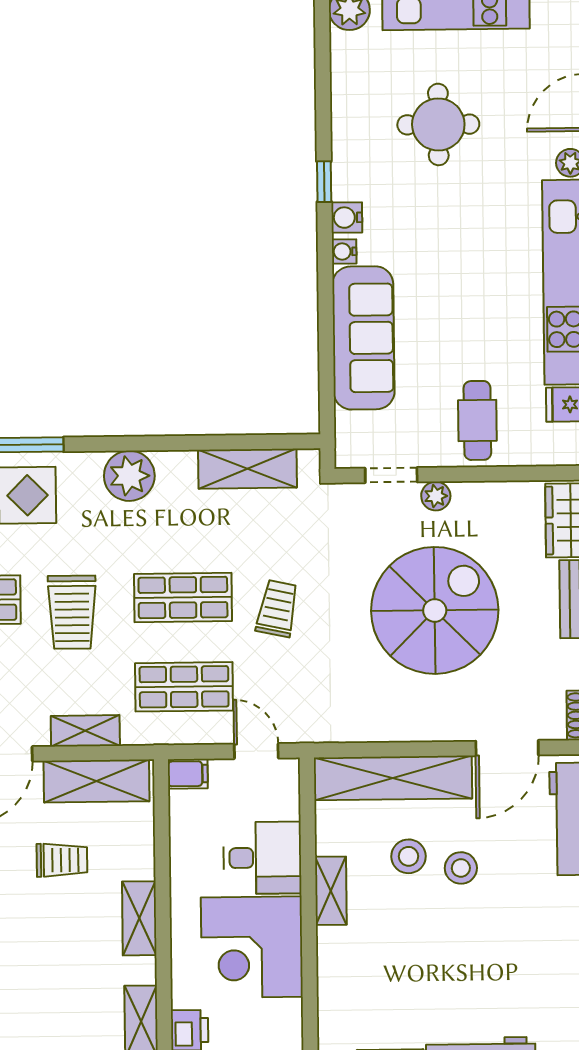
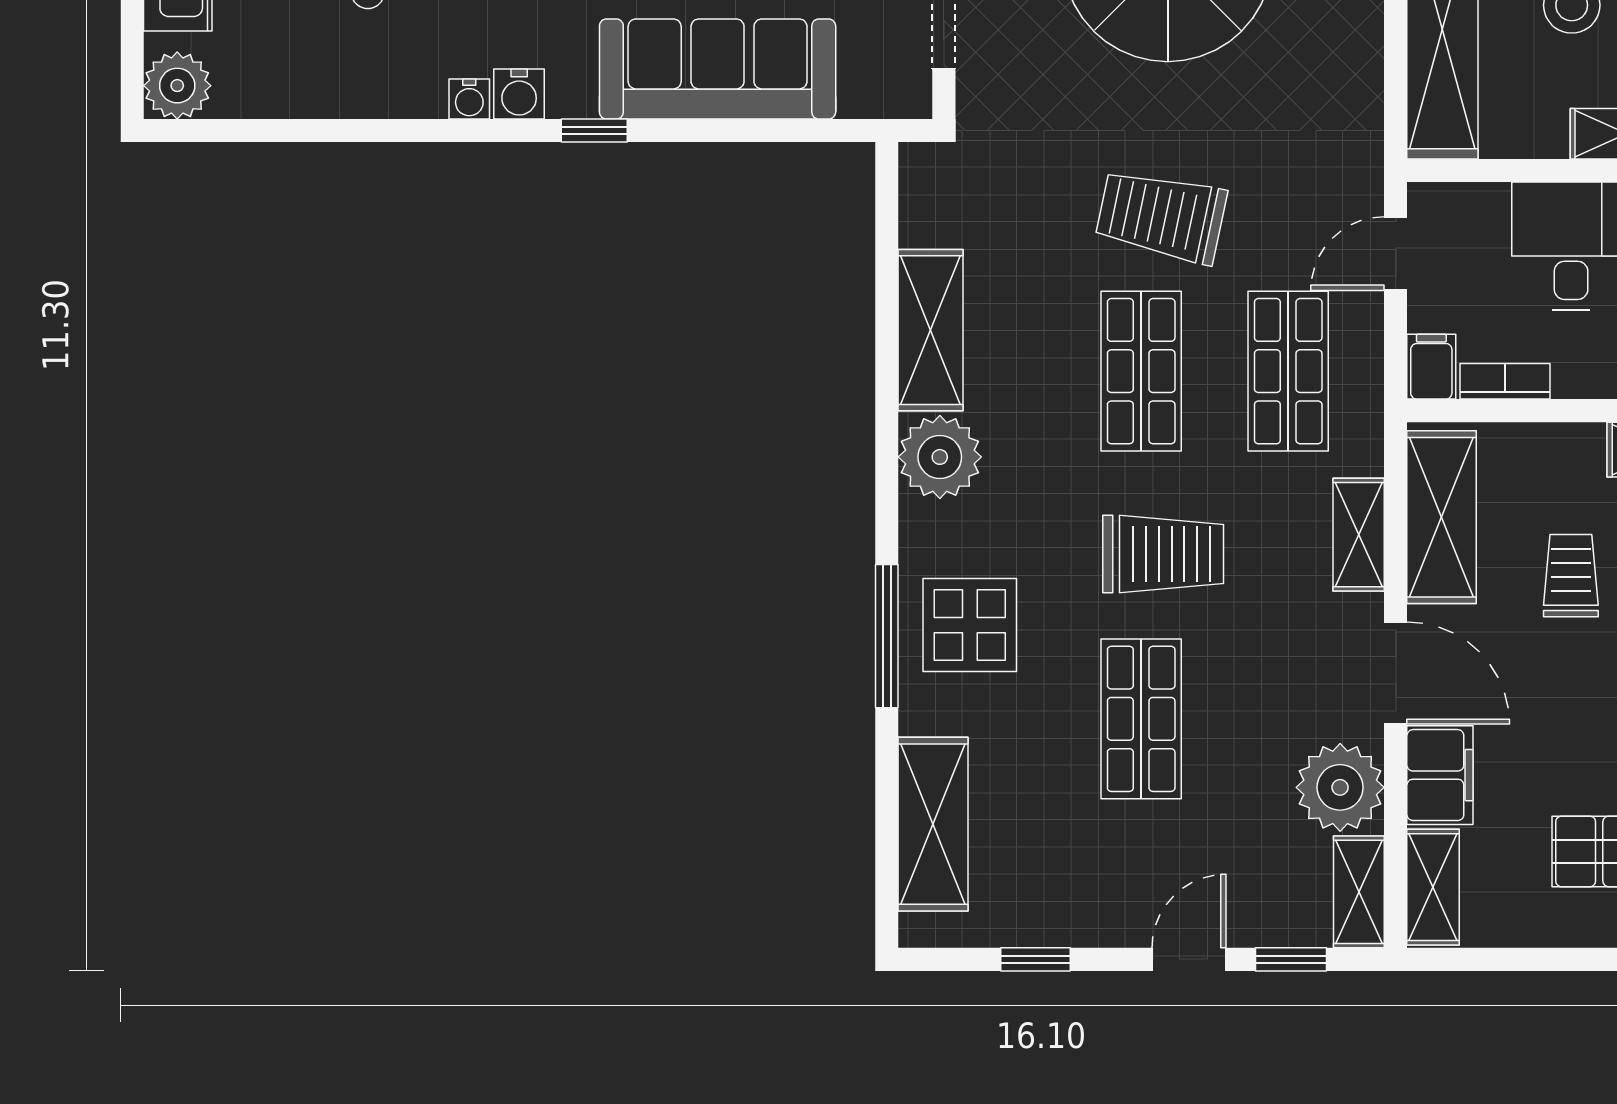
window: (324, 182) -> (594, 131), moved
water cooler: (344, 251) -> (469, 99), moved
shelving: (248, 469) -> (931, 330), moved
trolley: (277, 608) -> (1161, 216), width x1.36, depth x1.39
bookcase: (179, 819) -> (1505, 381), added

